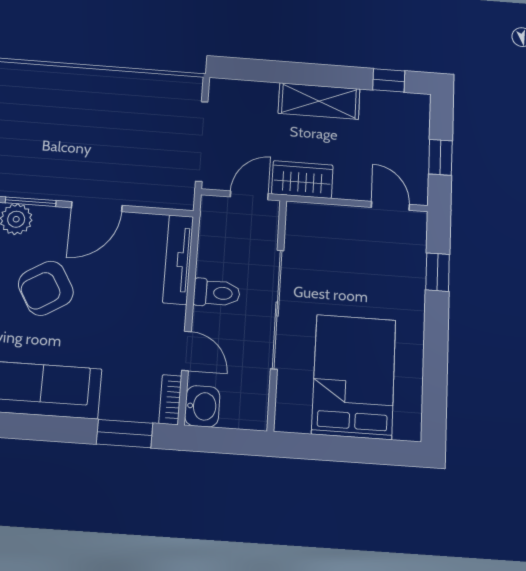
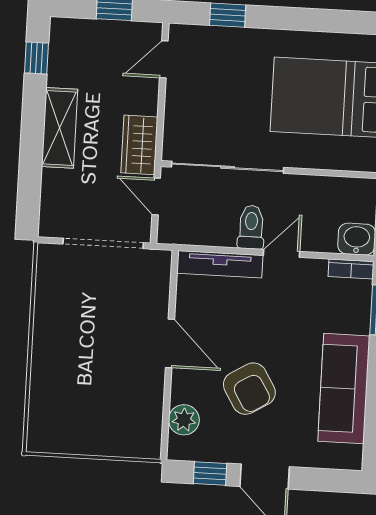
window: (31, 202) -> (167, 407), removed
sliding door: (277, 309) -> (228, 167), moved
door: (186, 351) -> (281, 253), moved

